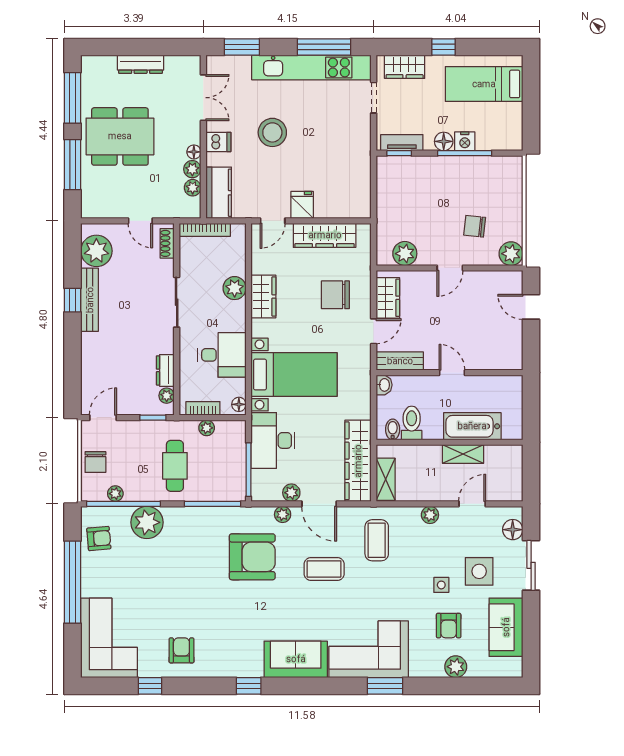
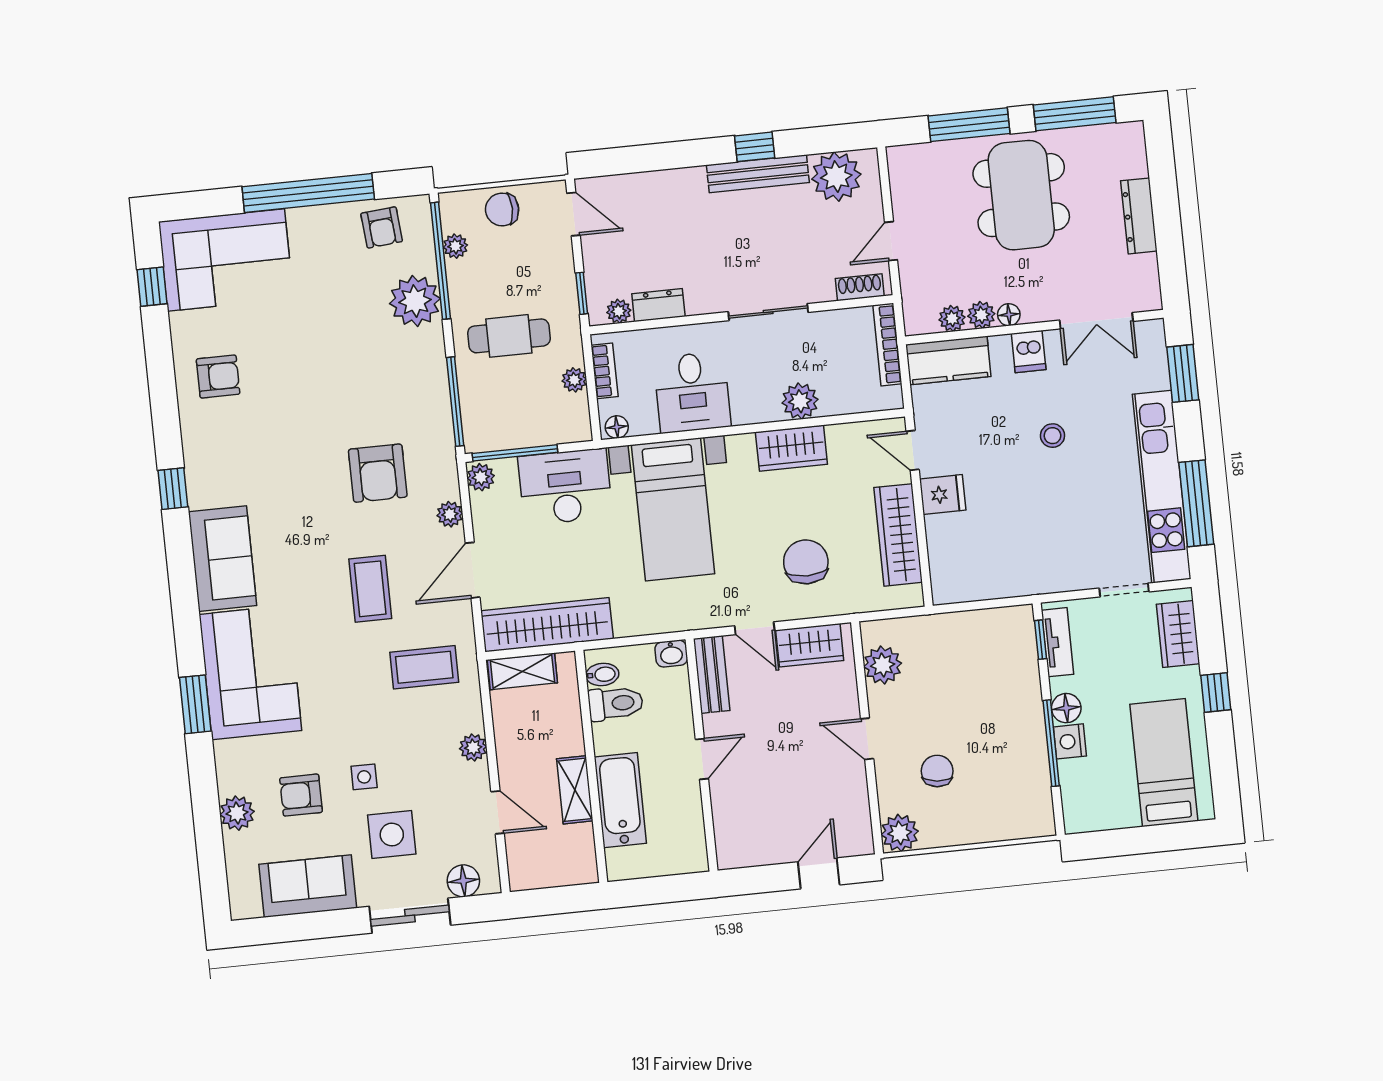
stool: (272, 132) -> (1053, 436), width x0.53, depth x0.53
plant: (291, 493) -> (481, 477), moved
armchair: (252, 557) -> (378, 473), width x0.73, depth x0.73
window: (150, 686) -> (152, 287), moved

